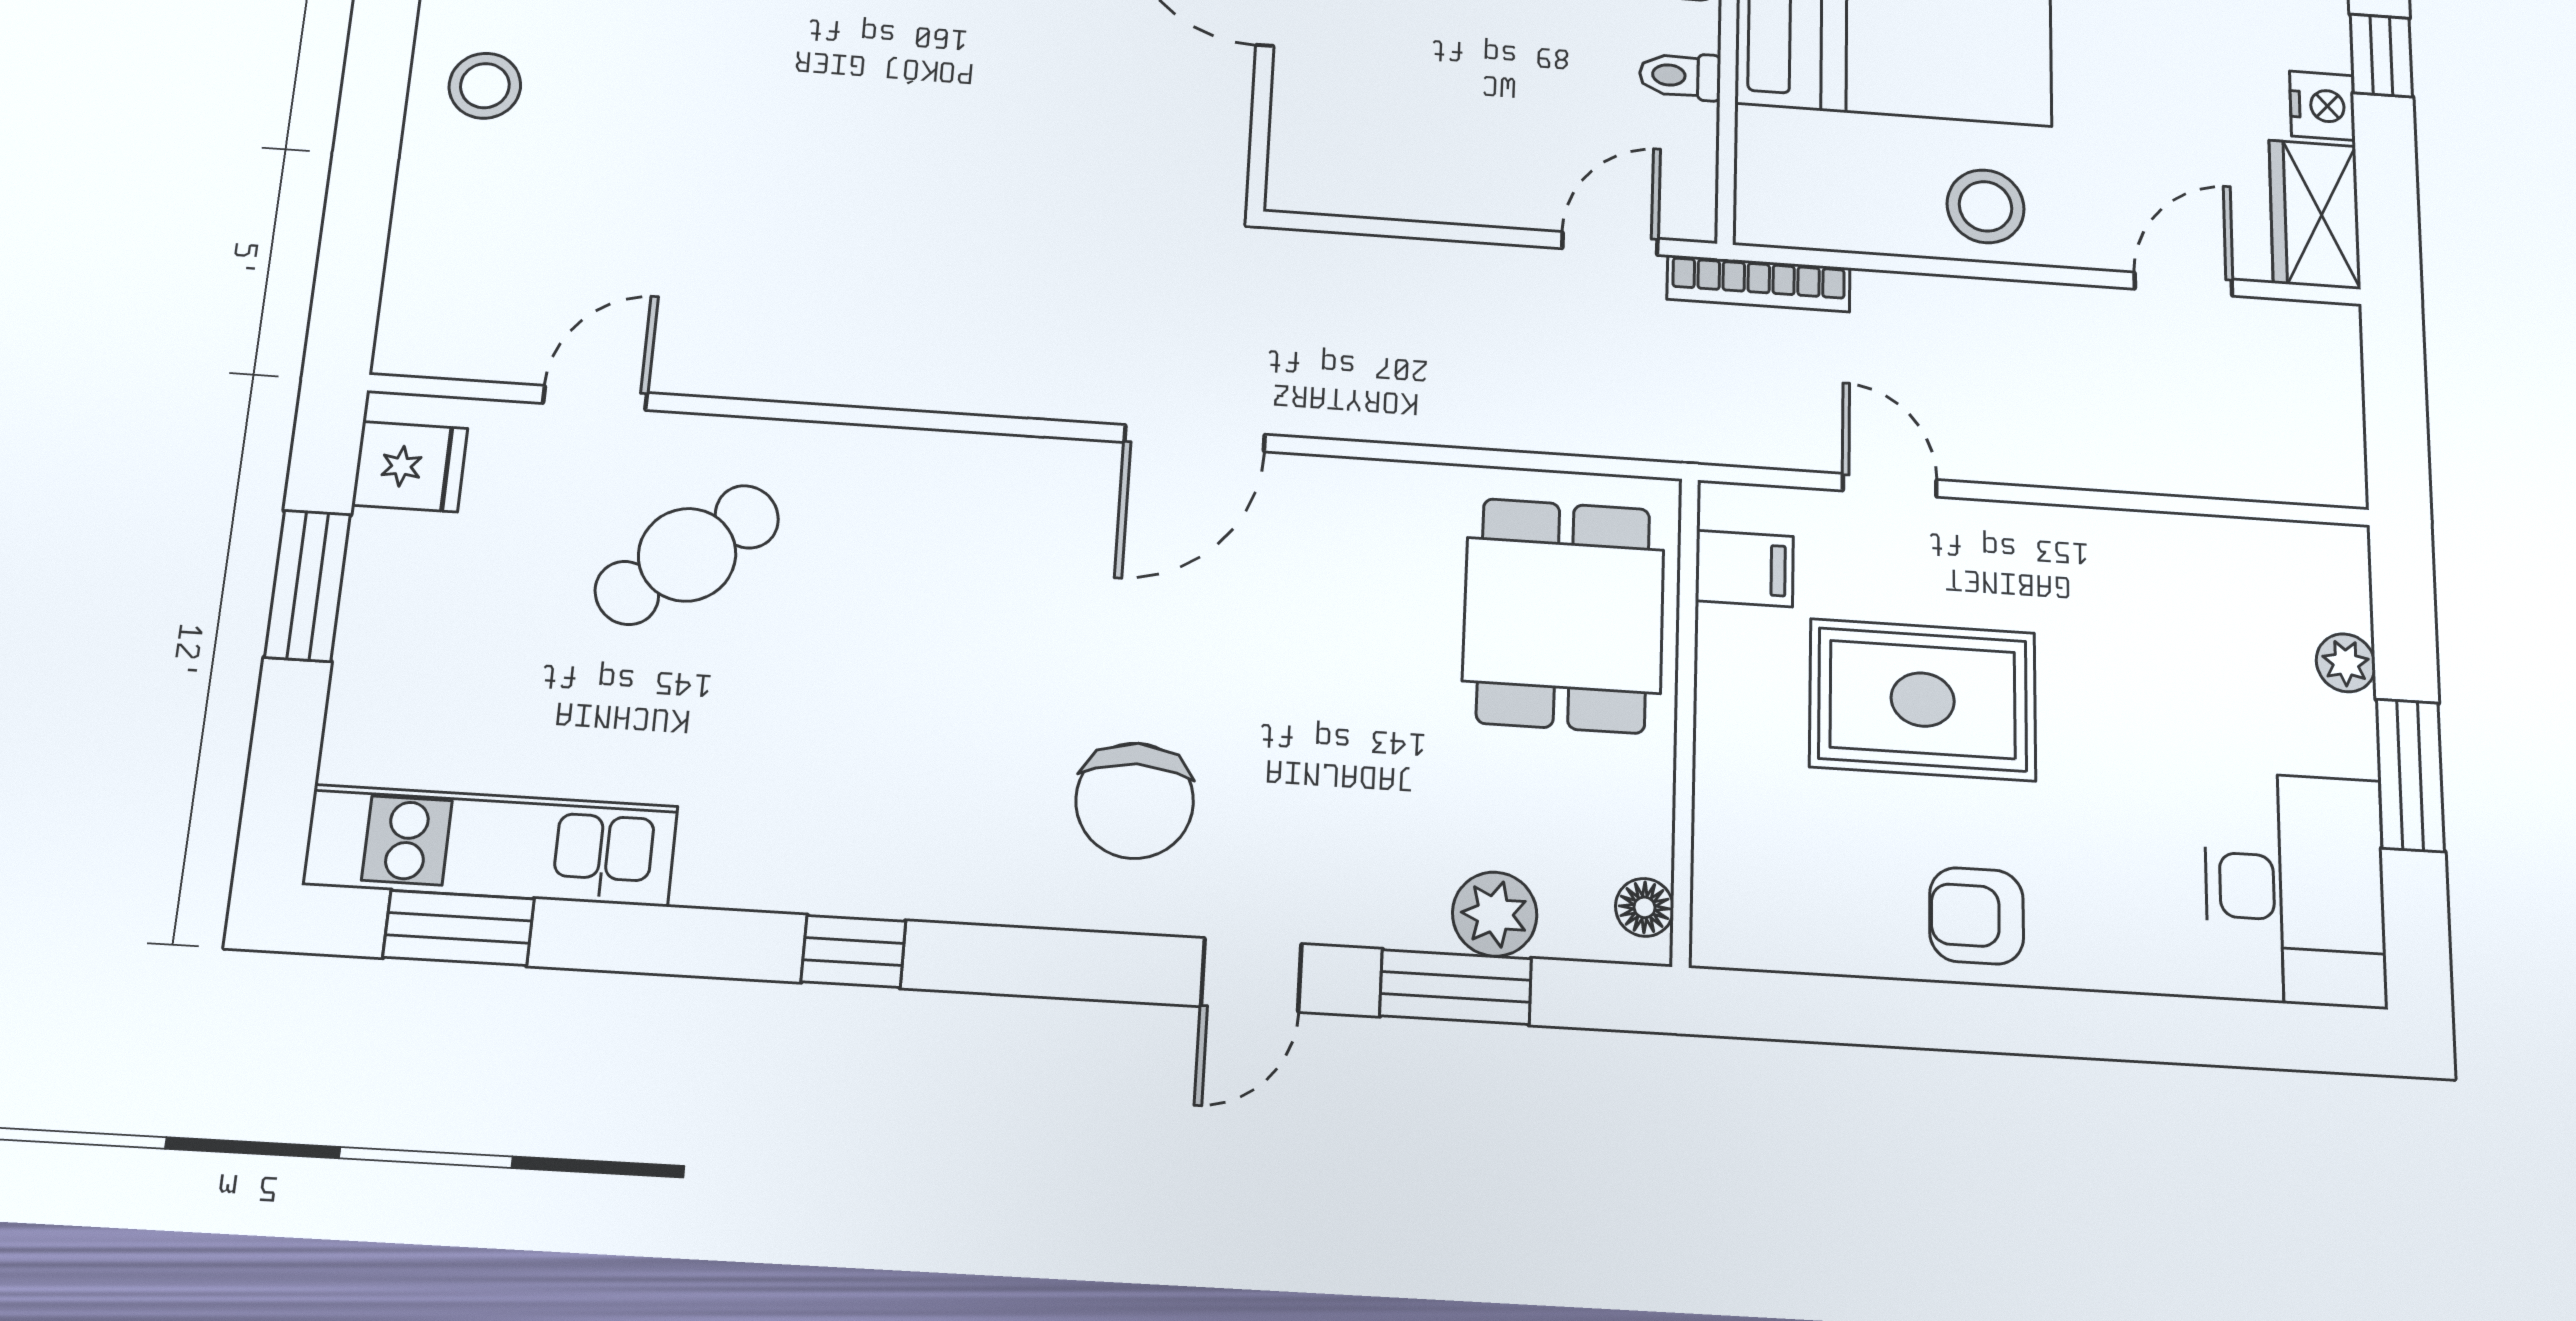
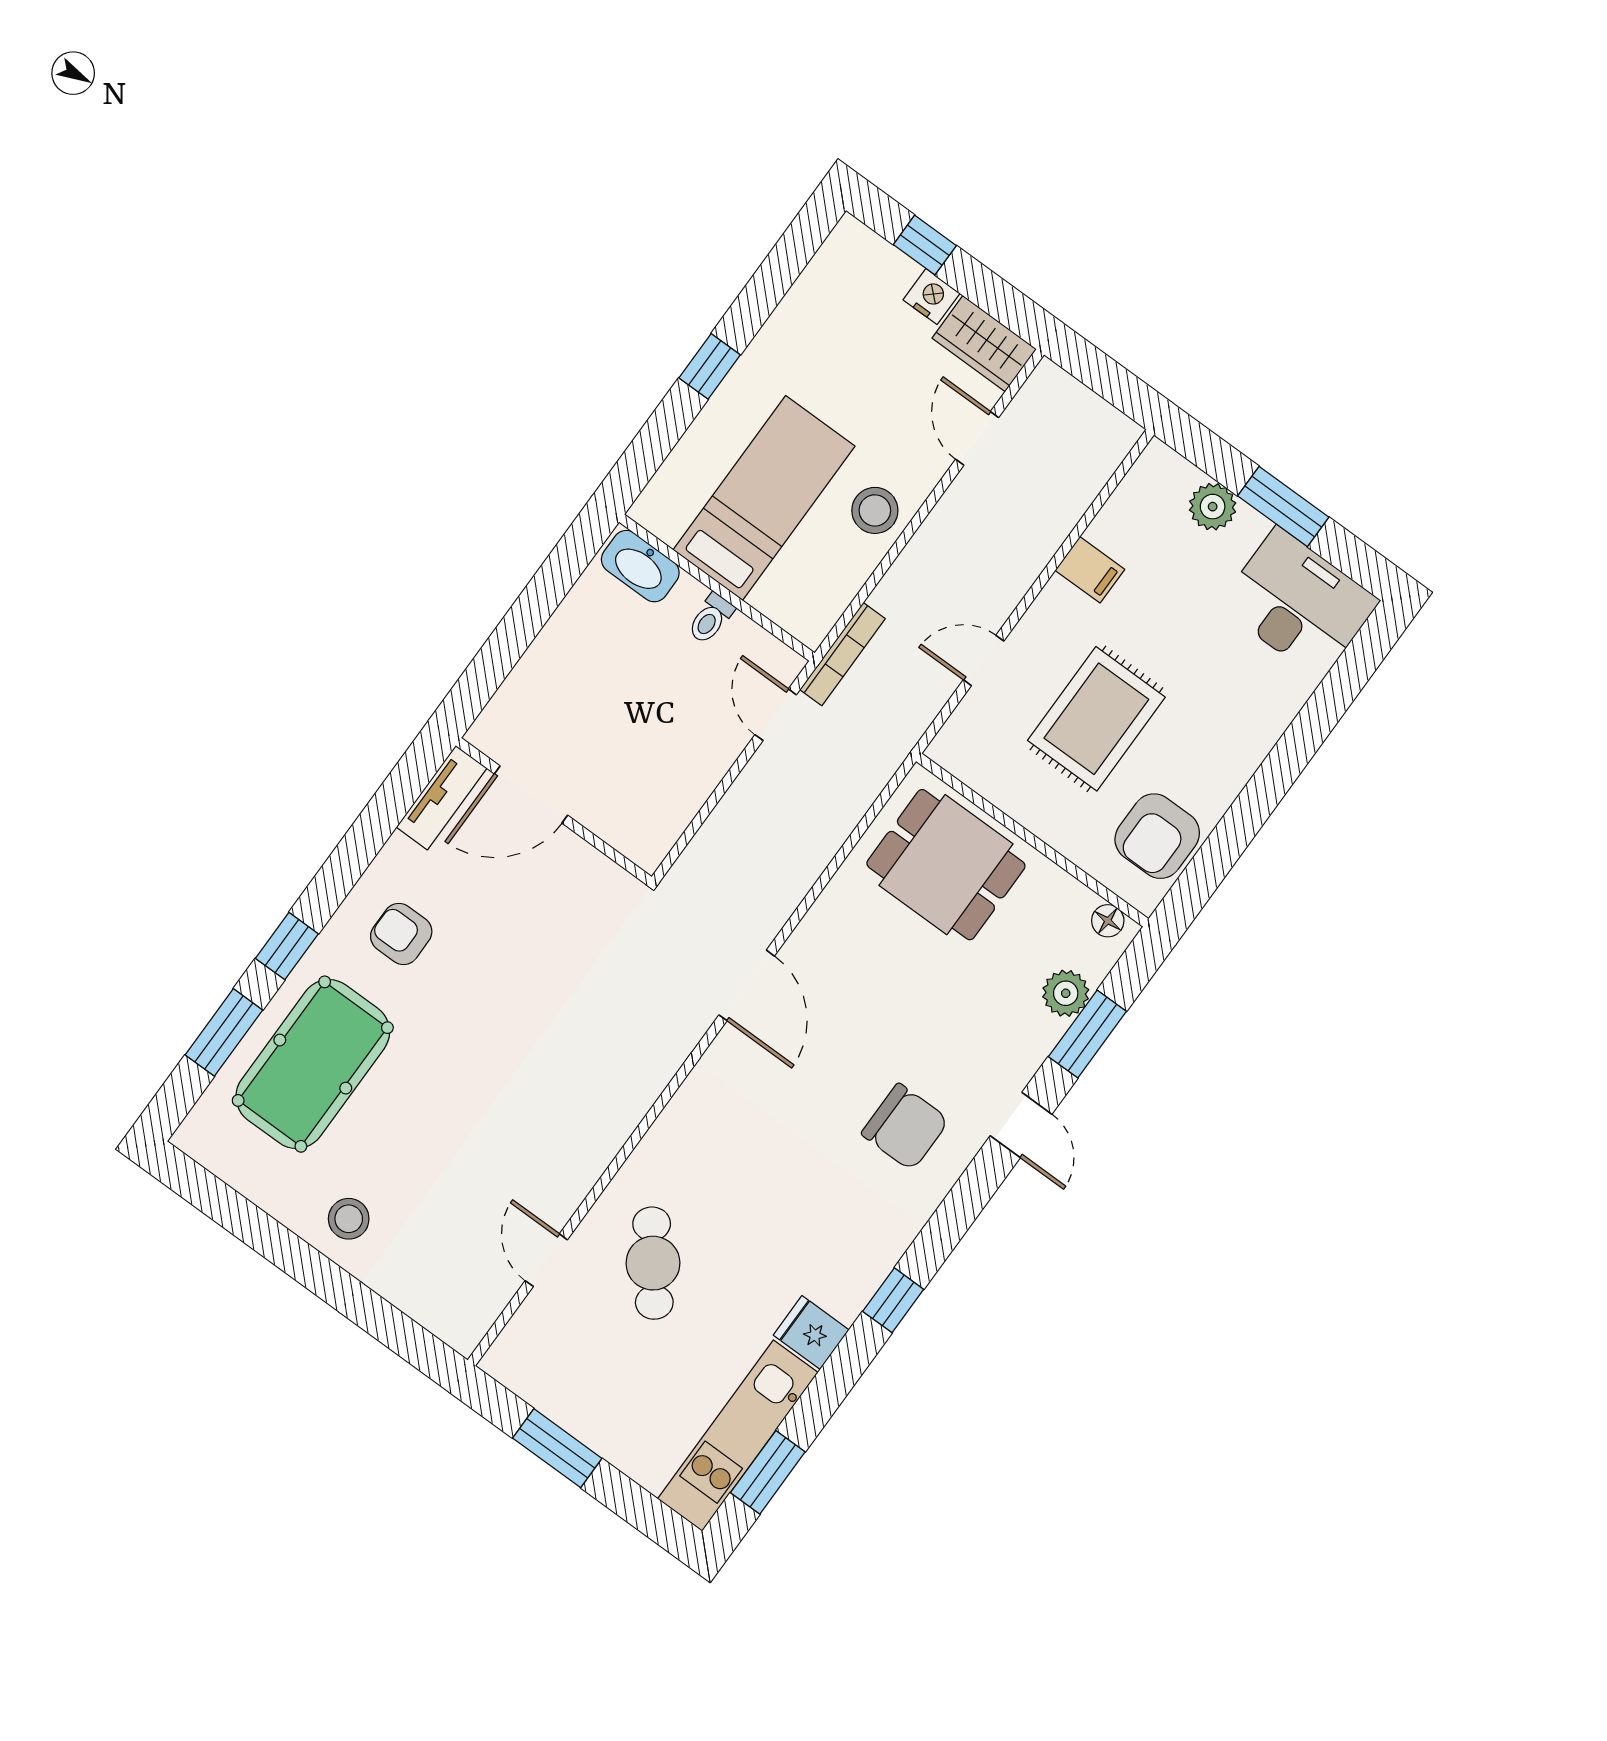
fridge: (410, 467) -> (811, 1332), moved, turned -90
filing cabinet: (1744, 569) -> (1090, 570), moved, turned 90
plant: (2346, 663) -> (1213, 507), width x1.38, depth x1.38
armchair: (1977, 916) -> (1157, 836), moved, width x1.38, depth x1.38

